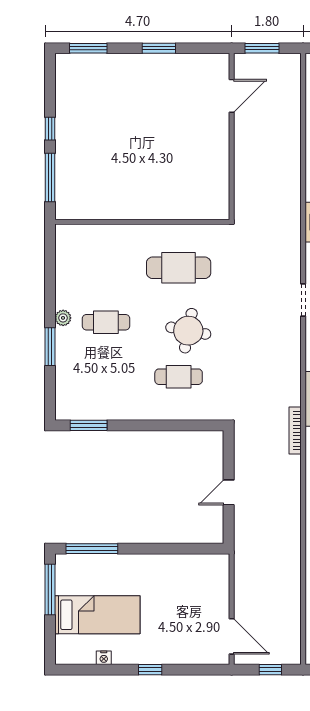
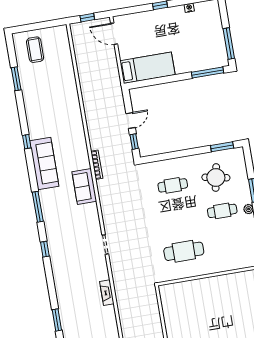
round table: (188, 331) -> (216, 177), moved
window: (229, 458) -> (134, 142), added
bed: (97, 615) -> (147, 68), moved, turned 180

